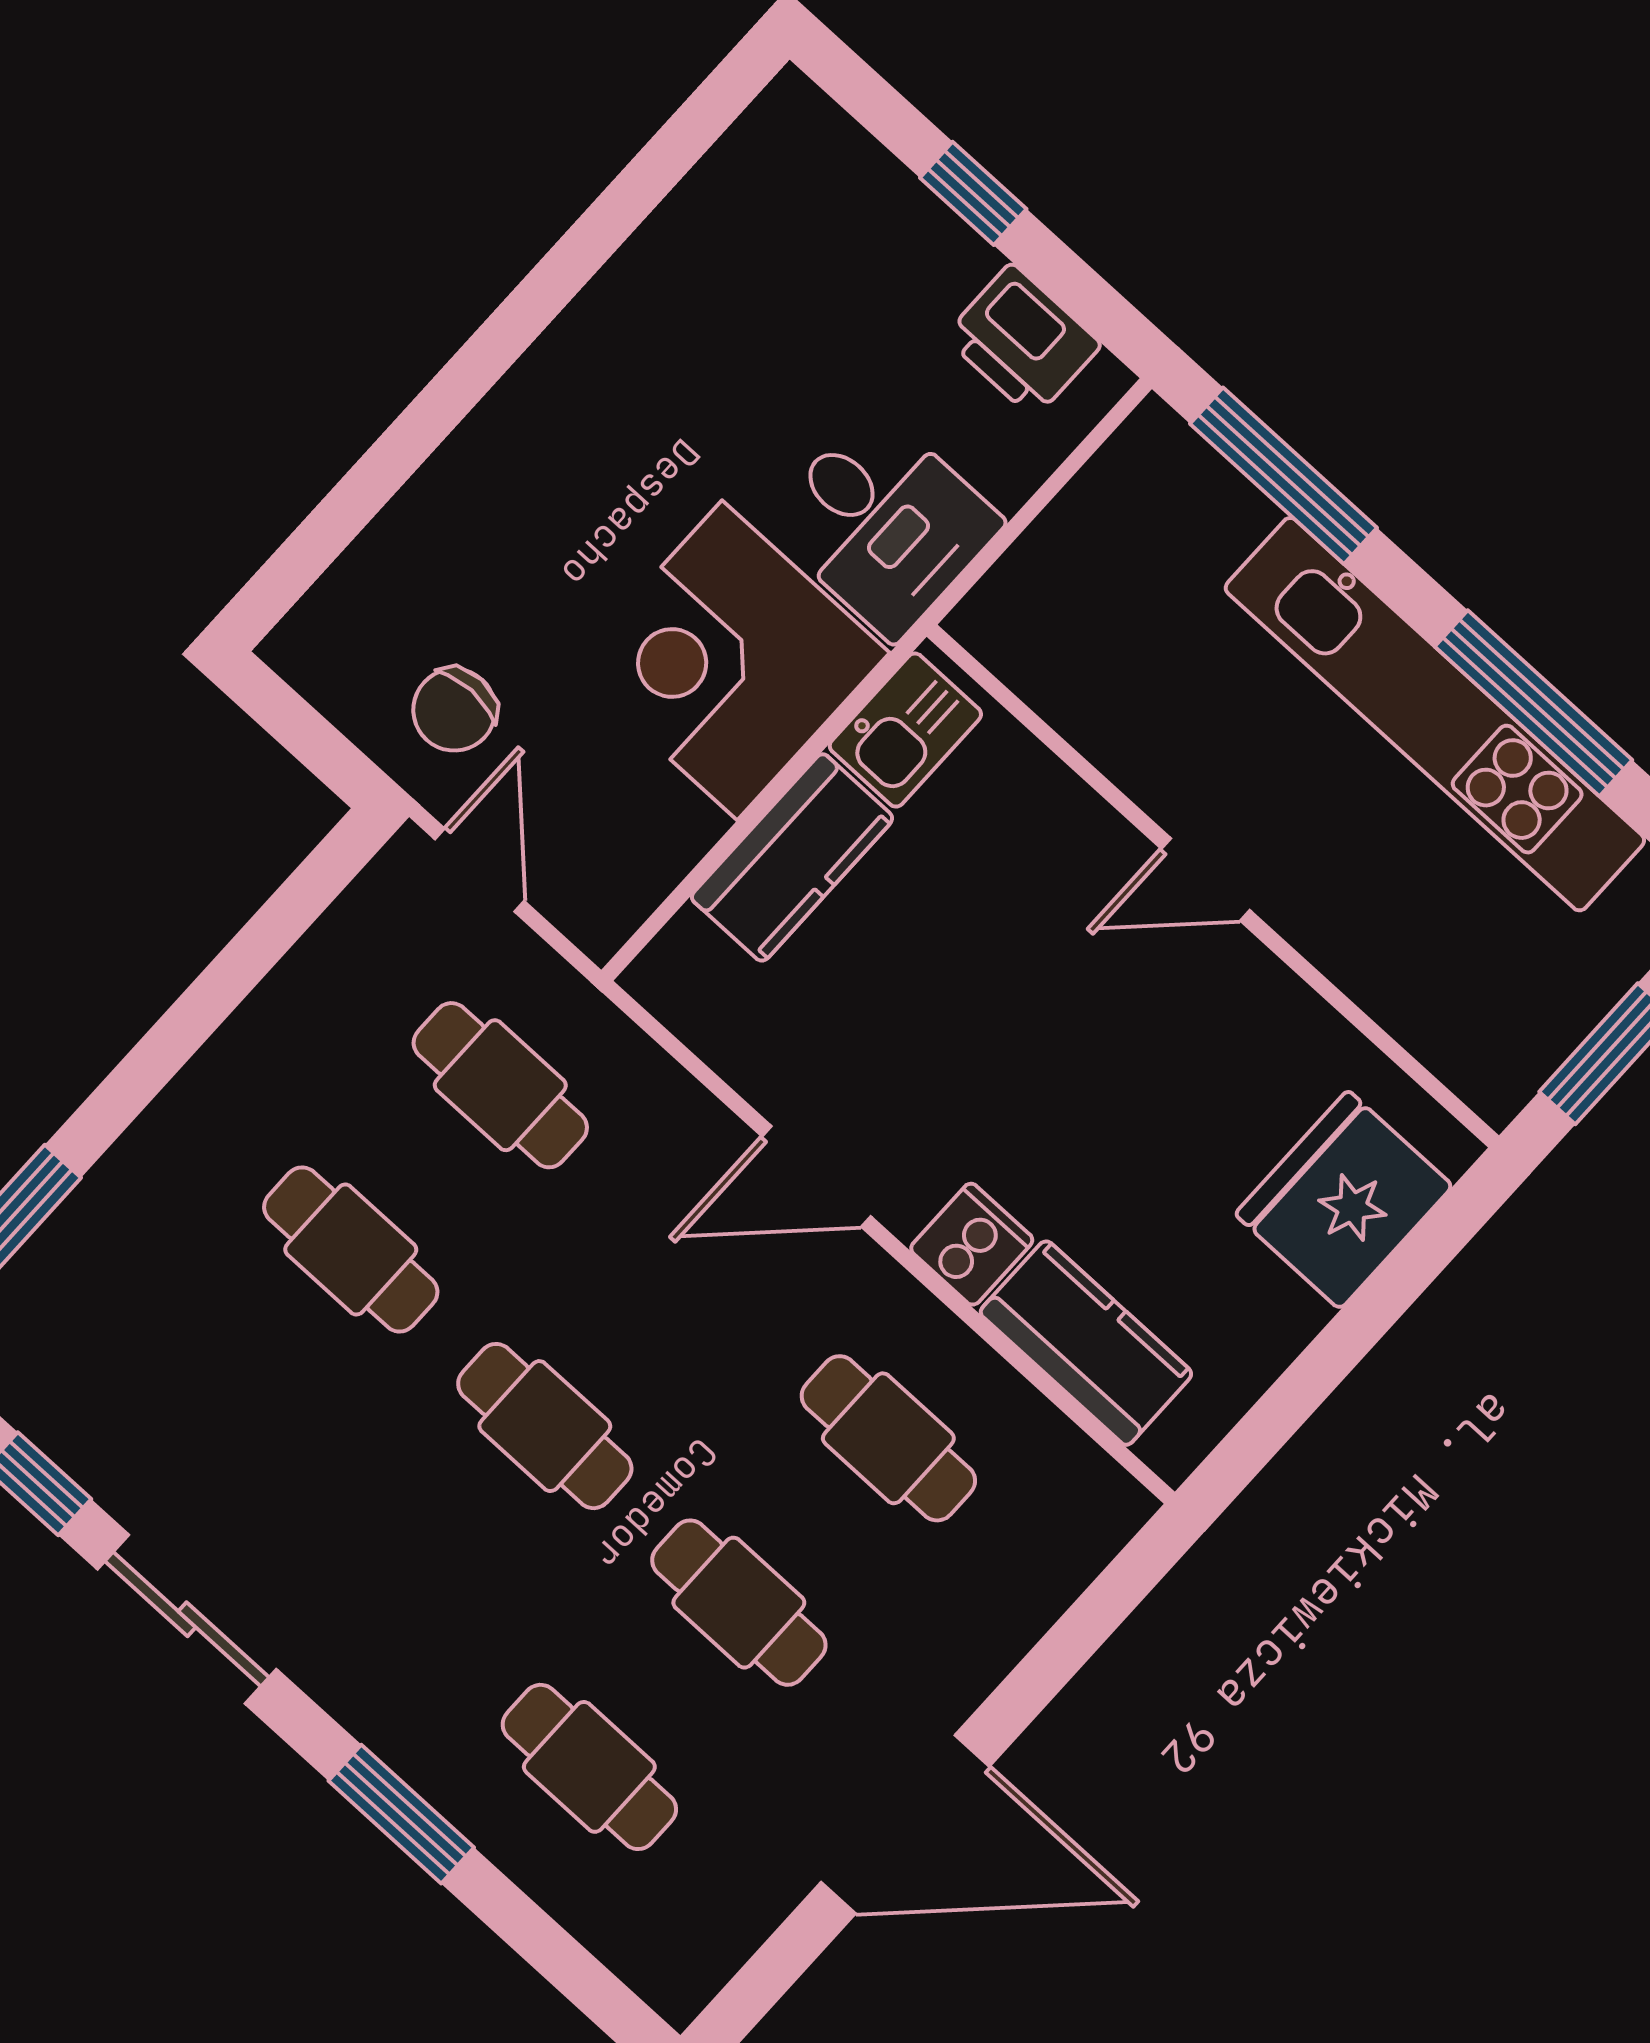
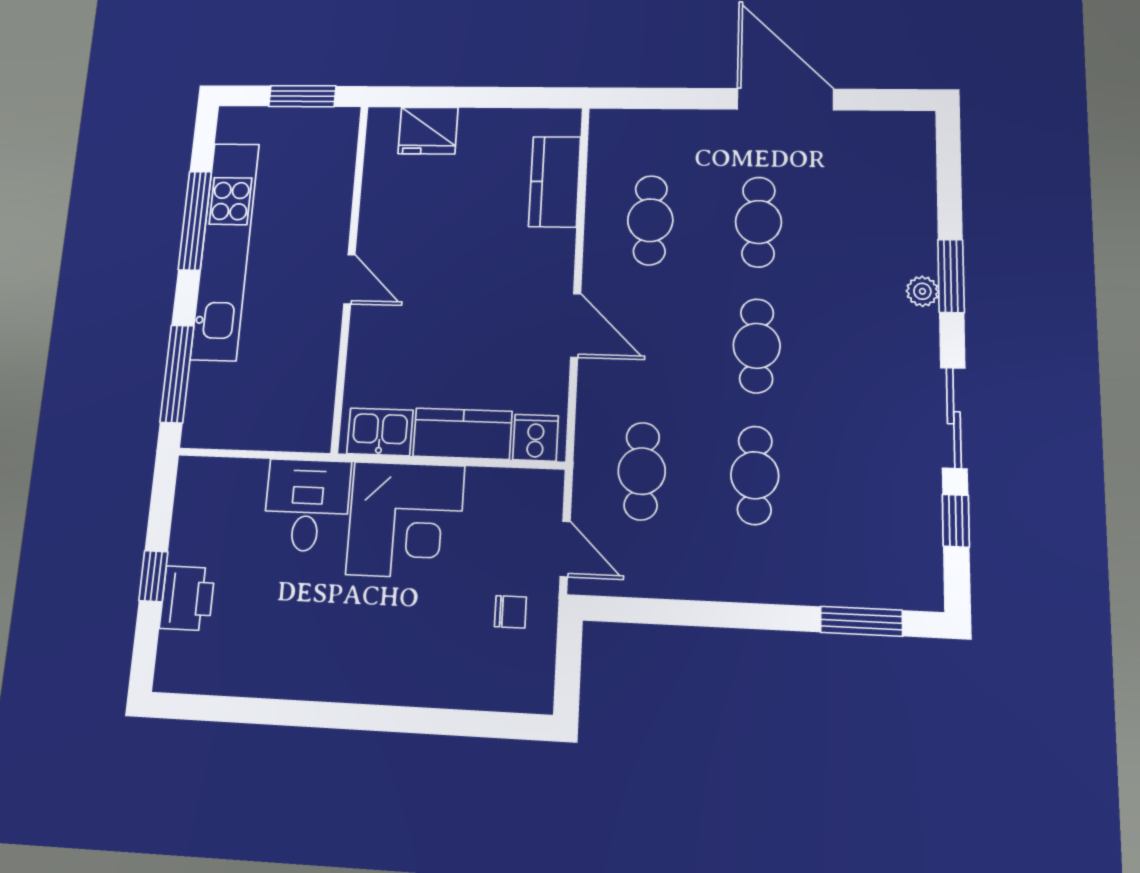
printer: (1023, 341) -> (187, 598), moved
chair: (454, 710) -> (510, 612), width x0.73, depth x0.73
door: (480, 870) -> (565, 549), swing flipped
fridge: (1344, 1200) -> (428, 131), width x0.73, depth x0.75
cooker: (972, 1244) -> (536, 438), moved, turned 90
plant: (414, 1750) -> (922, 291), added
cafe table: (589, 1767) -> (869, 224), removed

